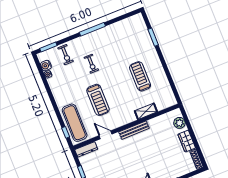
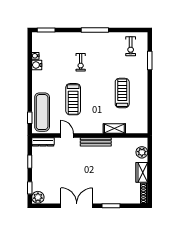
exercise bike: (66, 55) -> (131, 46), moved
water cooler: (46, 66) -> (37, 65), moved

